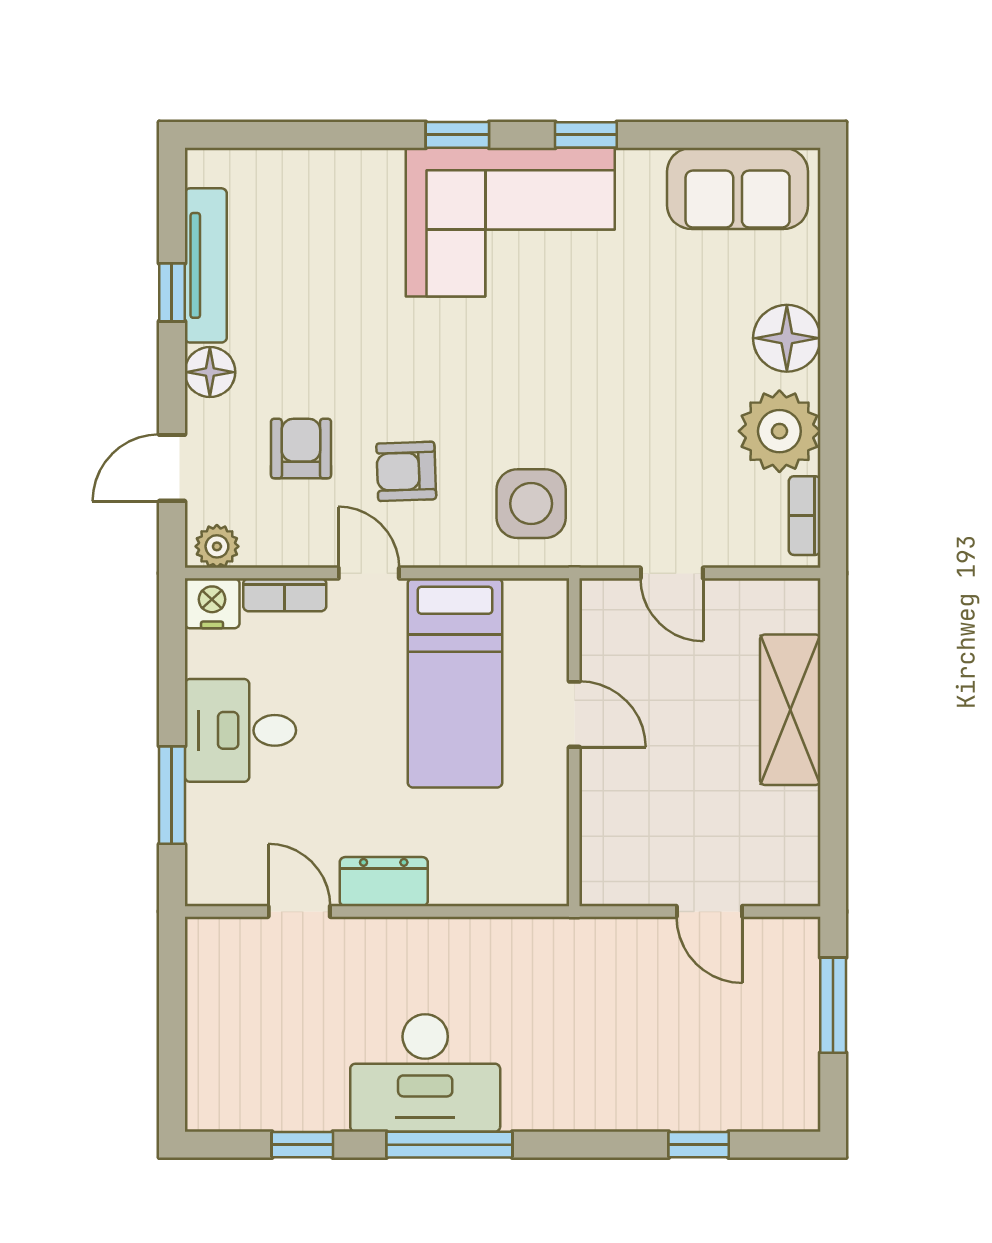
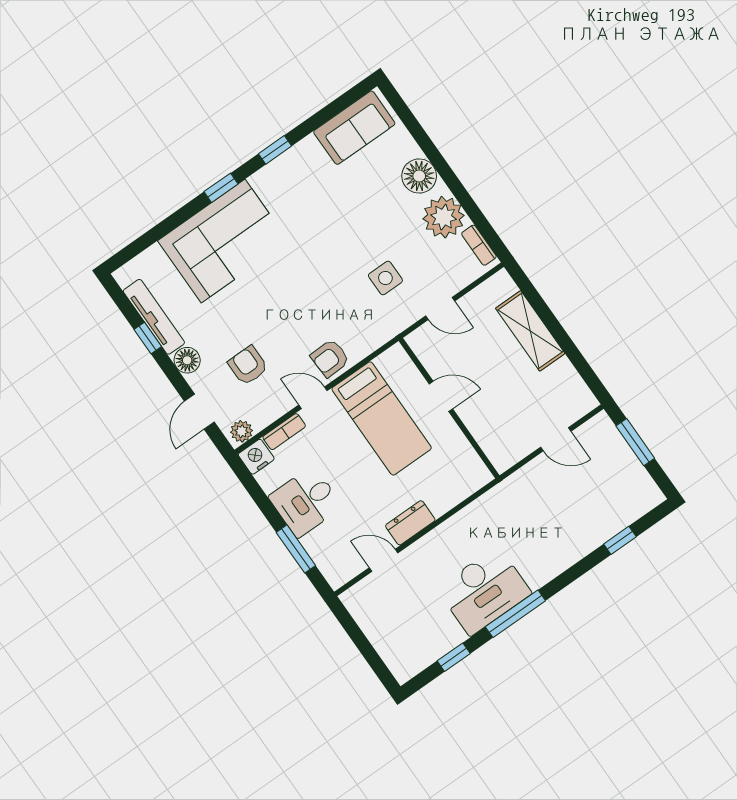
corner sofa: (510, 222) -> (223, 241), moved
armchair: (406, 471) -> (330, 358), moved
side table: (531, 504) -> (385, 278), moved, width x0.73, depth x0.73

